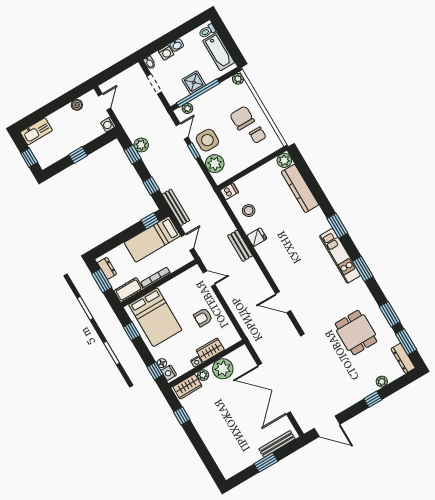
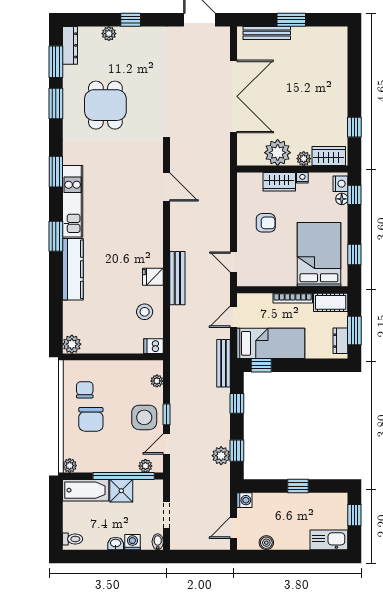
bathtub: (219, 52) -> (86, 490), moved, turned 90
plant: (215, 164) -> (157, 381), width x0.53, depth x0.53
kitchen counter: (300, 188) -> (73, 269), moved
bench: (240, 246) -> (177, 278), width x1.36

